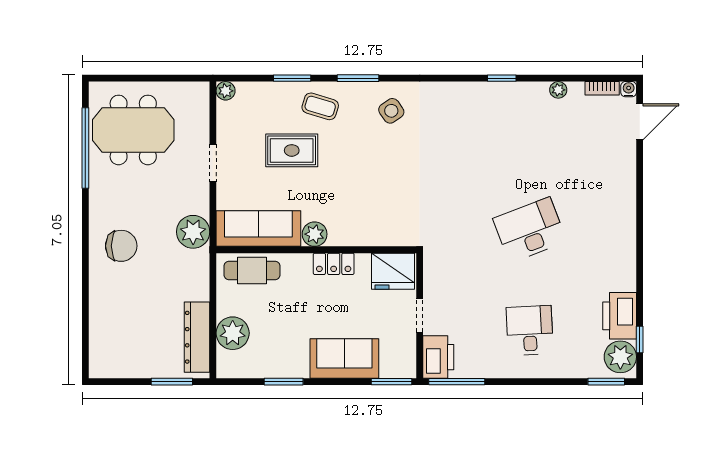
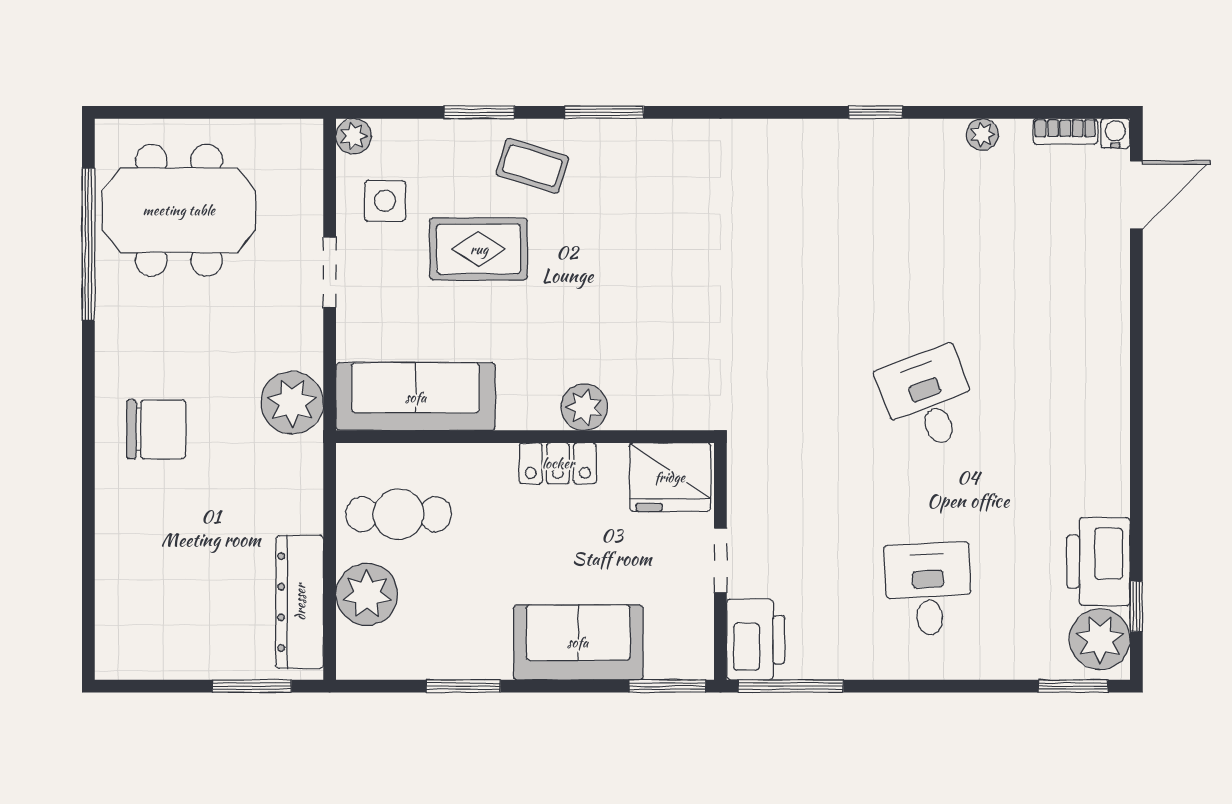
side table: (391, 111) -> (385, 201), moved, turned 34
desk: (530, 230) -> (928, 399), width x0.73
plant: (315, 234) -> (584, 407), moved
cafe table: (252, 270) -> (399, 514), moved

